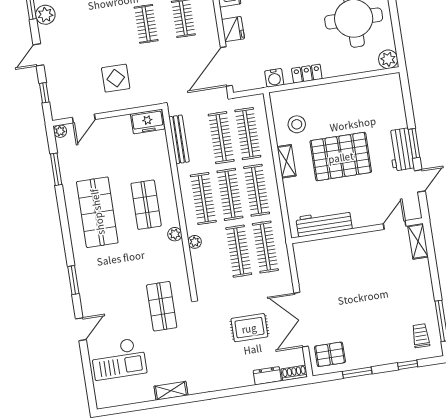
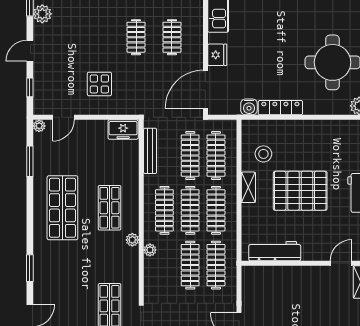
locker: (307, 74) -> (280, 108), width x1.53

